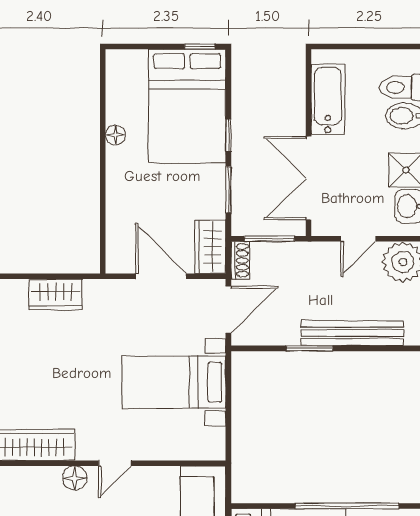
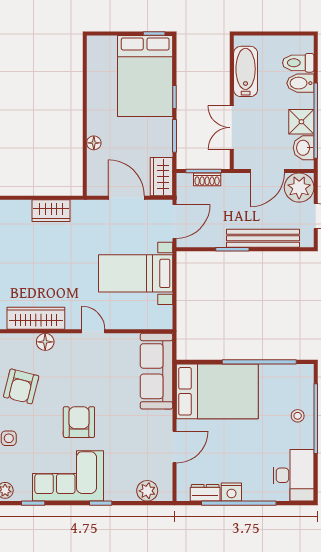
floor lamp: (115, 135) -> (94, 143), moved
double door: (309, 178) -> (232, 128), width x0.73
door: (358, 239) -> (267, 171), width x1.38
shoe rack: (240, 260) -> (207, 179), moved, turned 90
door: (115, 463) -> (93, 331), swing flipped
floor lamp: (75, 478) -> (45, 342), moved

